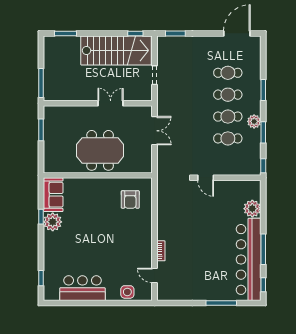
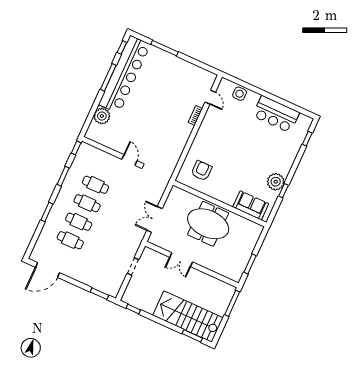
stairs: (116, 50) -> (188, 317), moved
plant: (254, 121) -> (67, 189), removed
sofa: (53, 195) -> (251, 205), moved, turned 90

